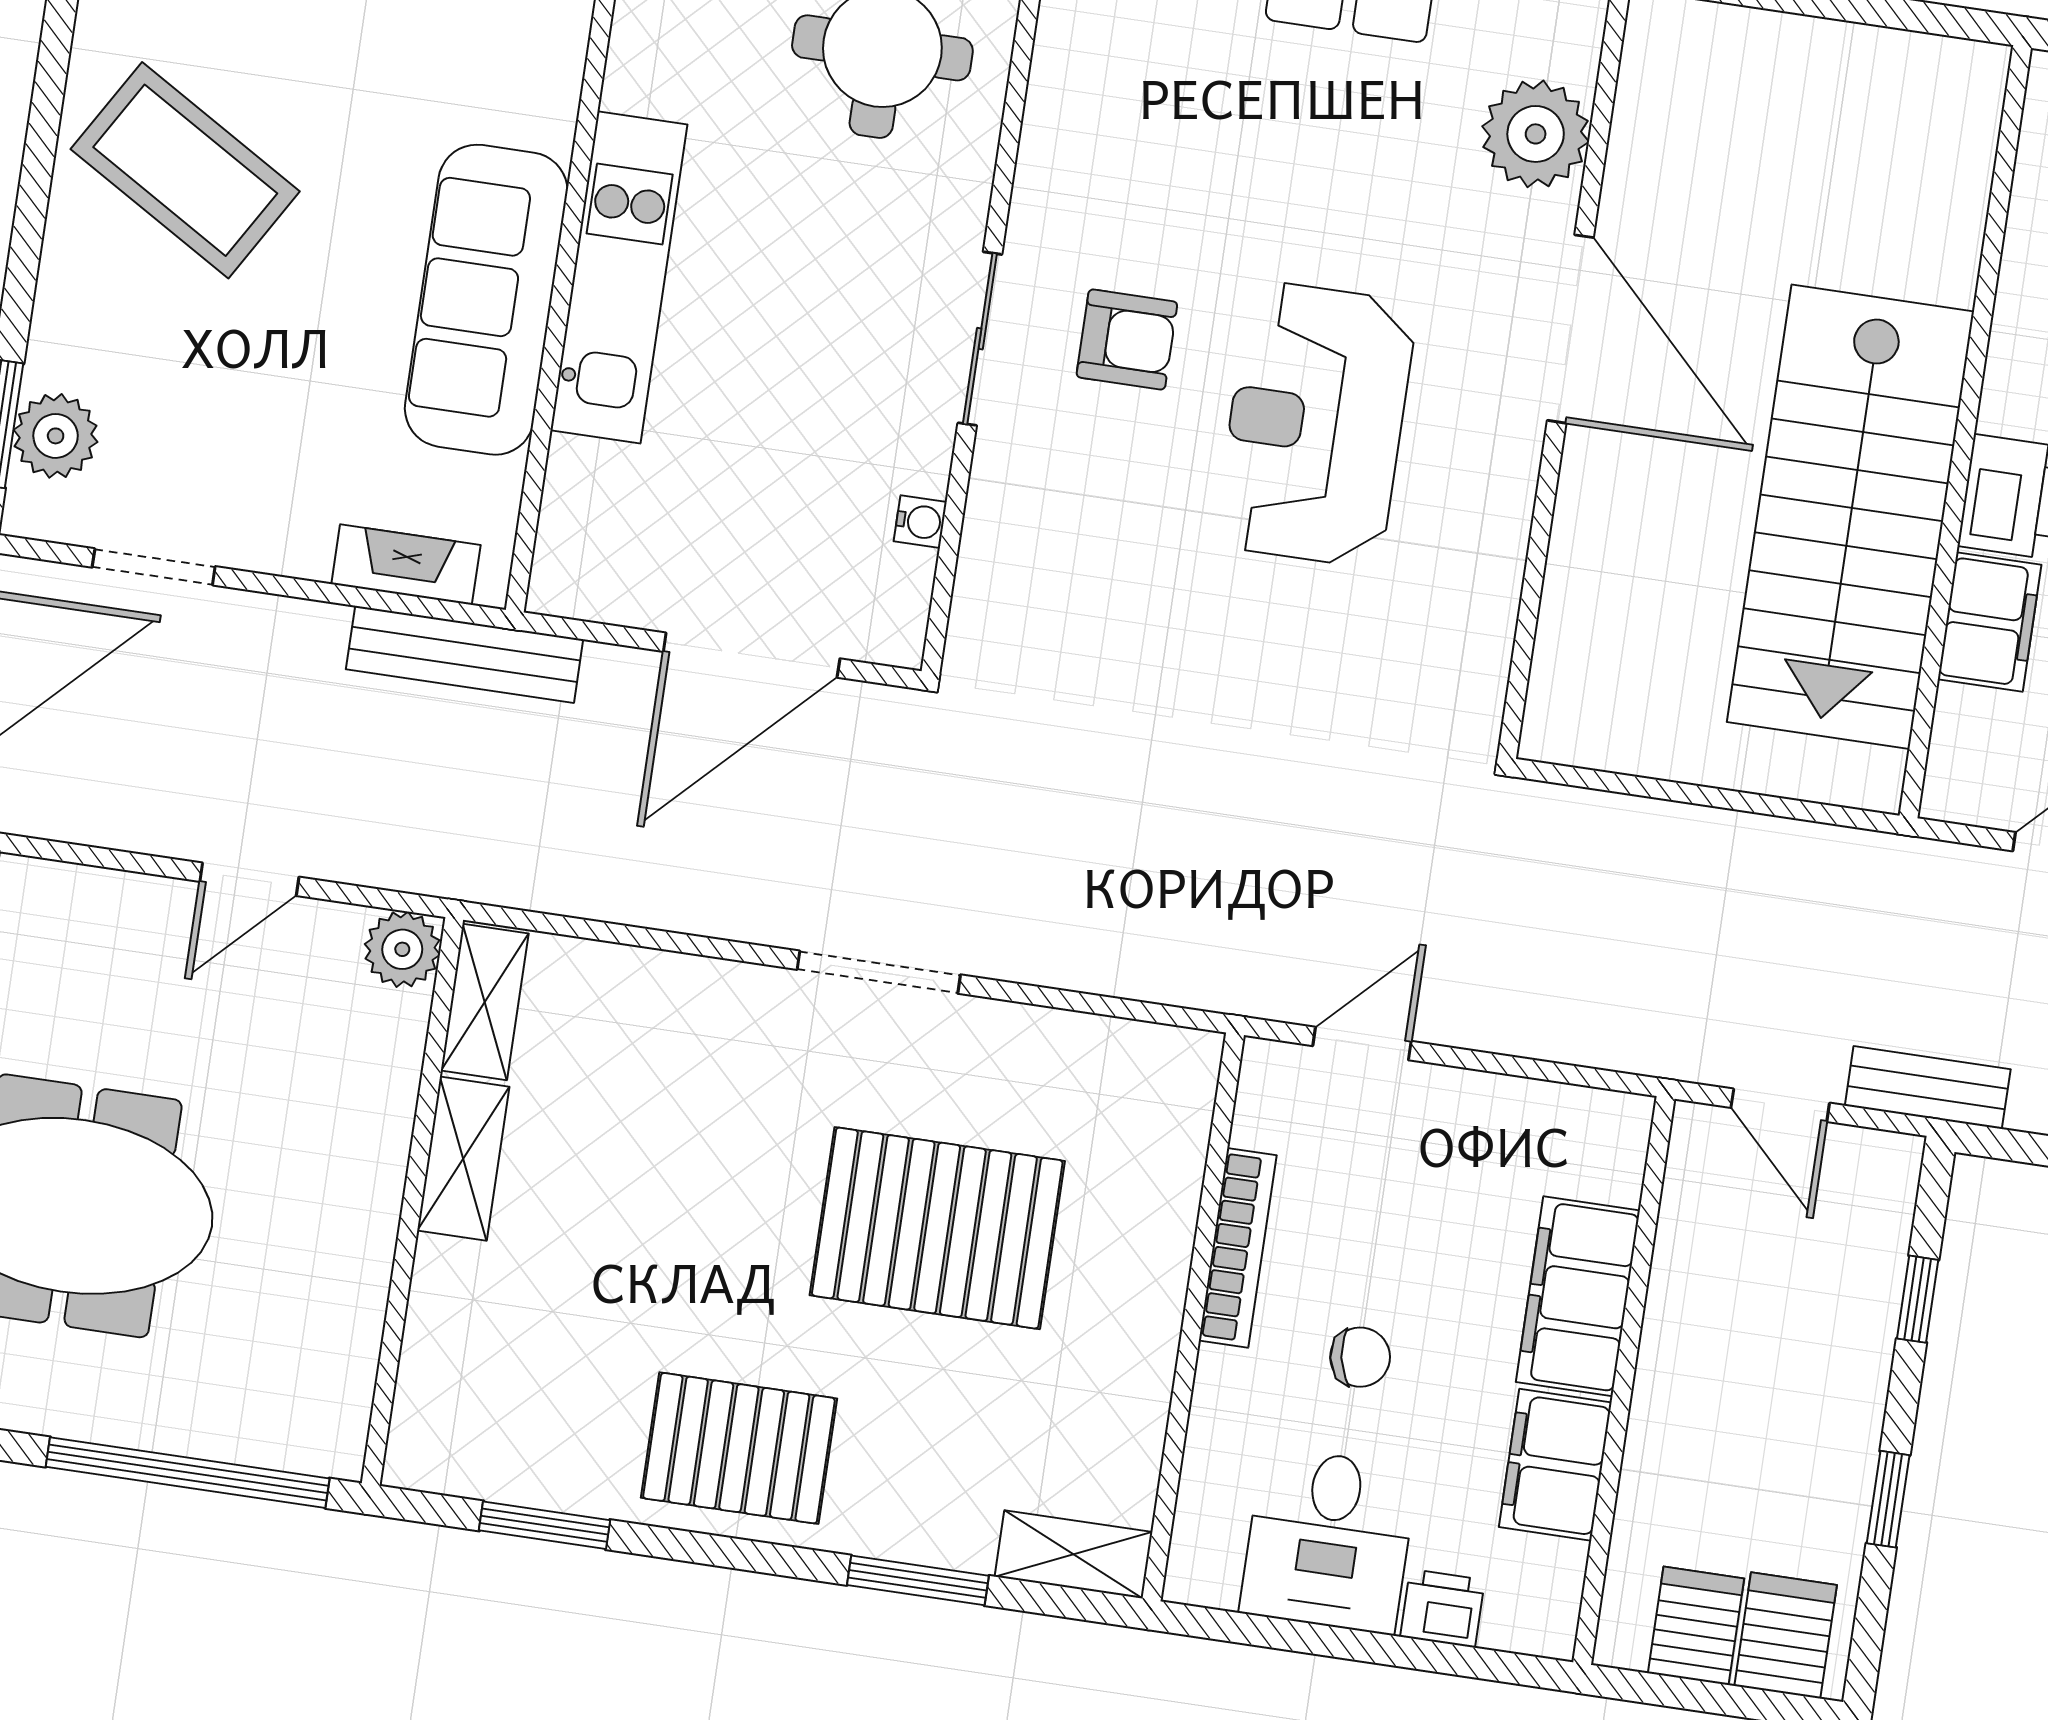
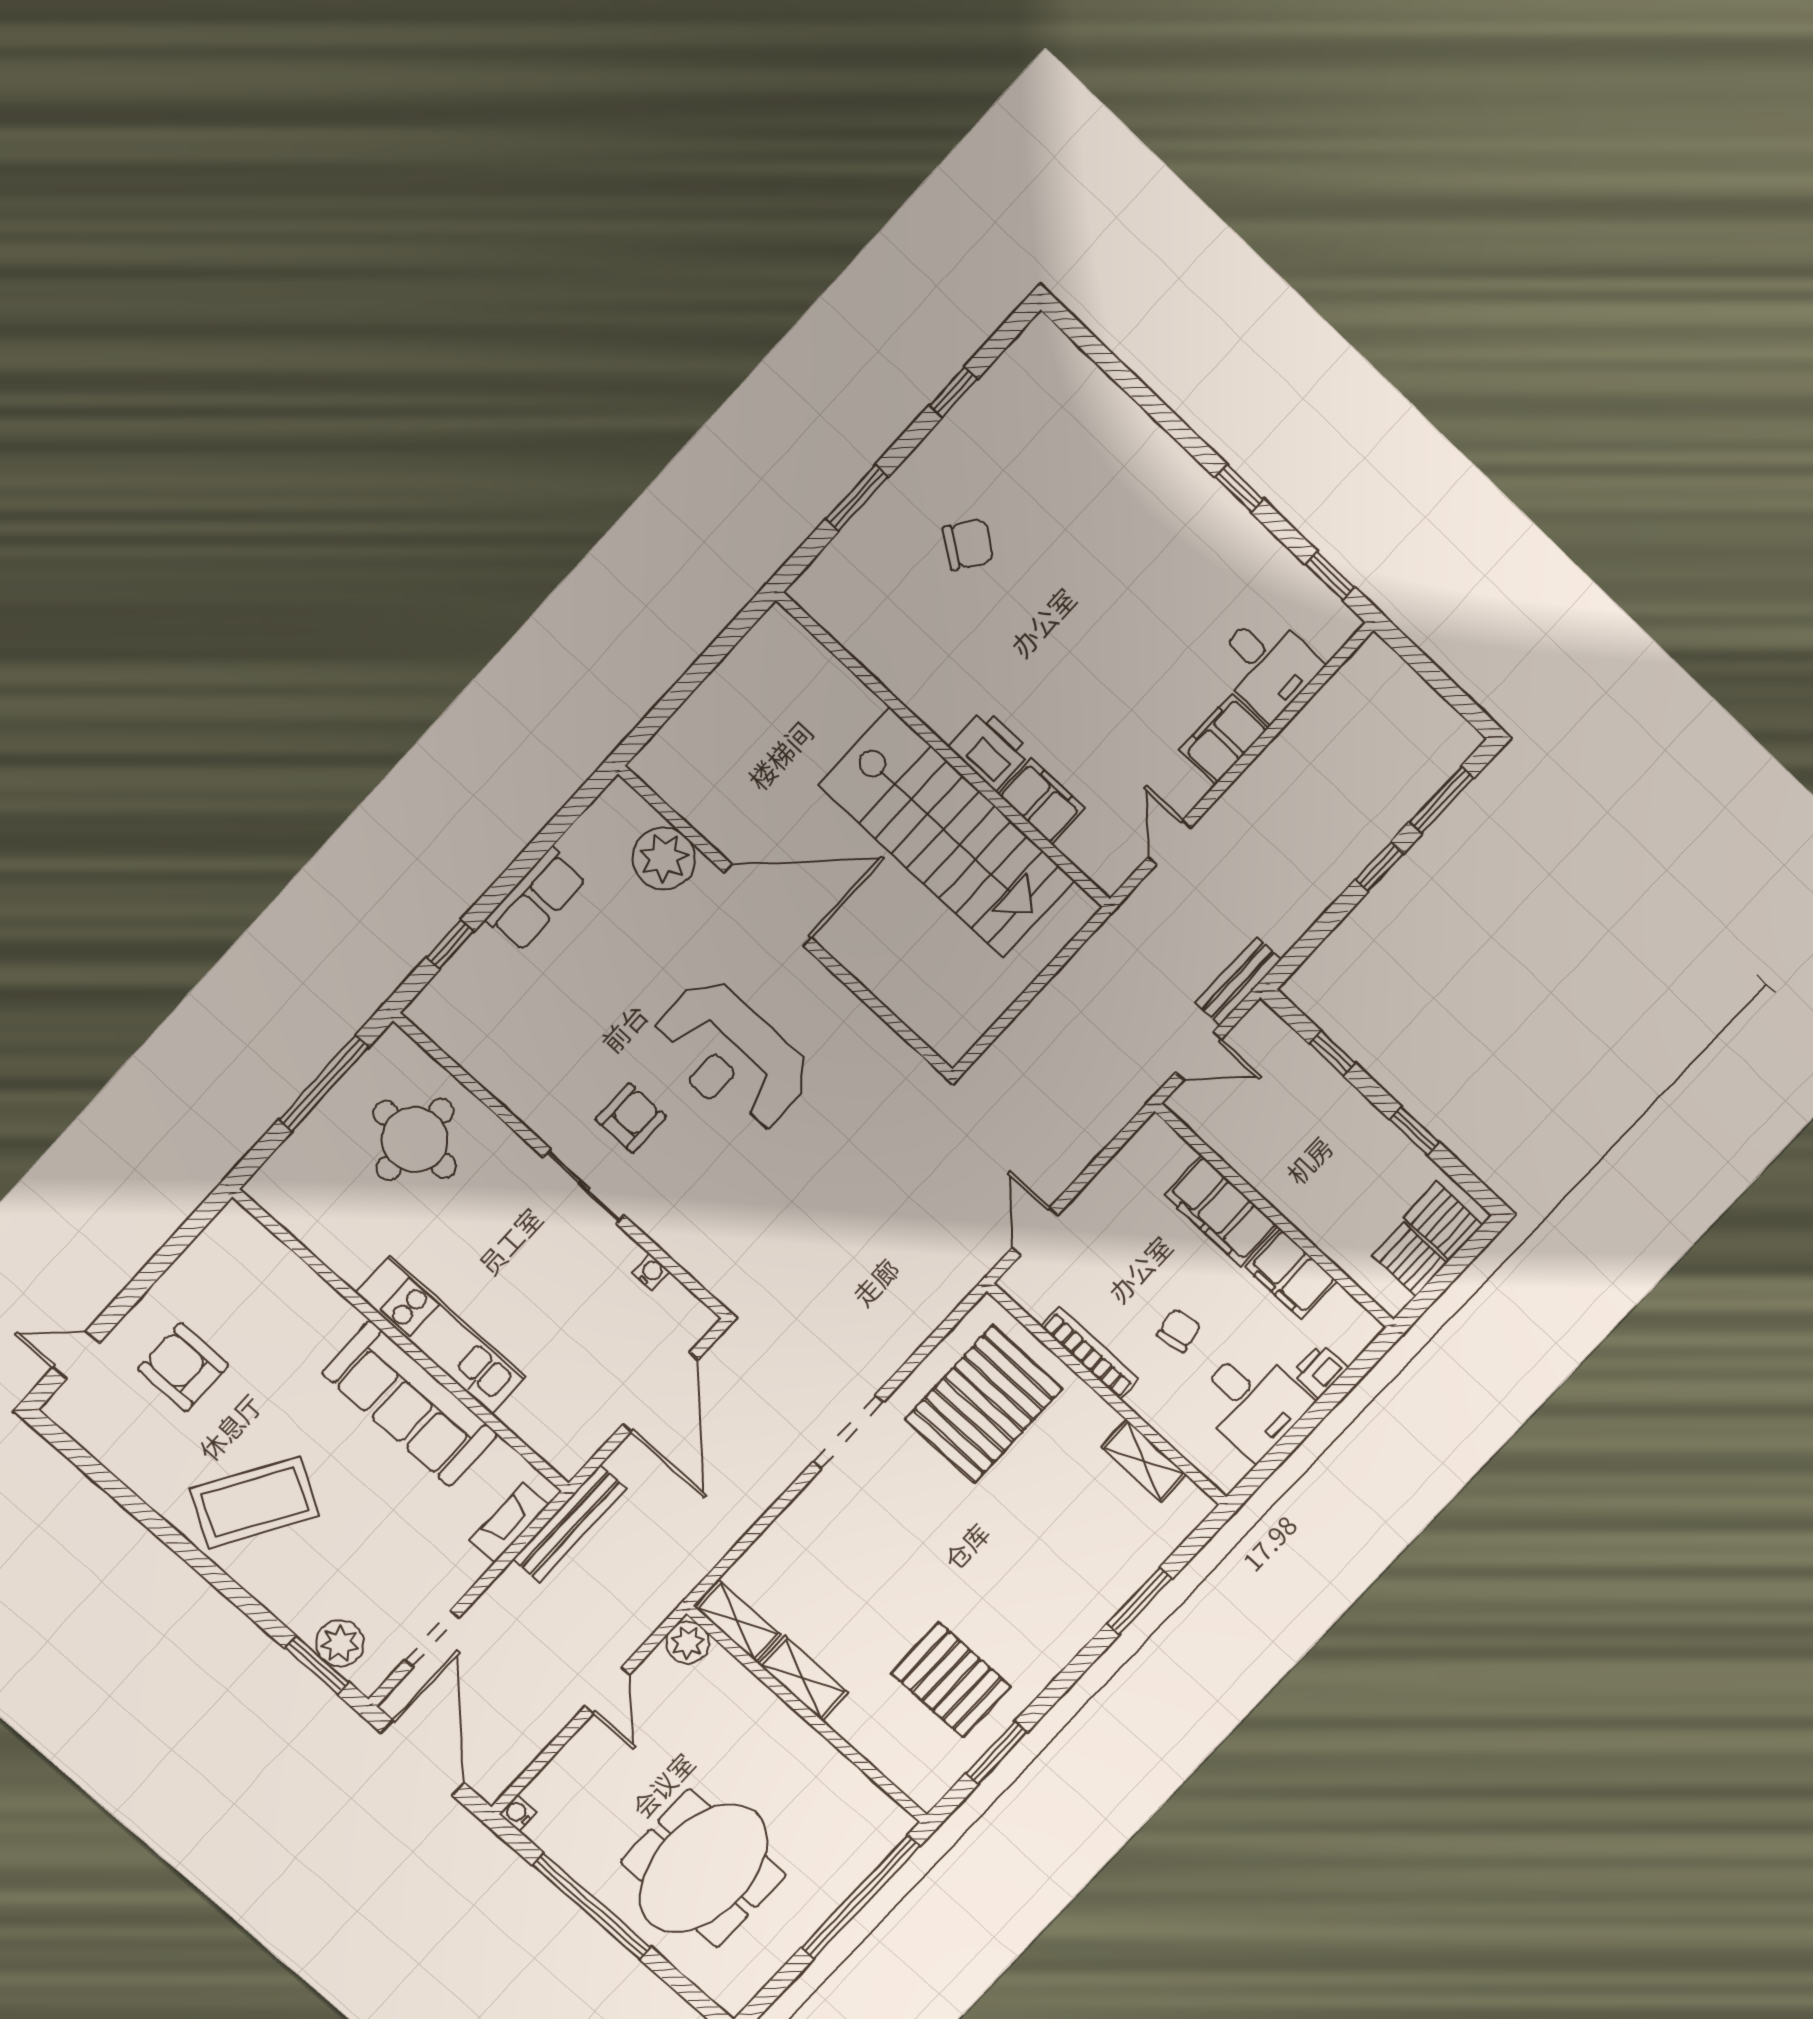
pallet: (937, 1228) -> (984, 1404), moved
pallet: (739, 1448) -> (951, 1680), moved, turned 90
shelving: (1074, 1554) -> (1144, 1461), moved, turned 90

